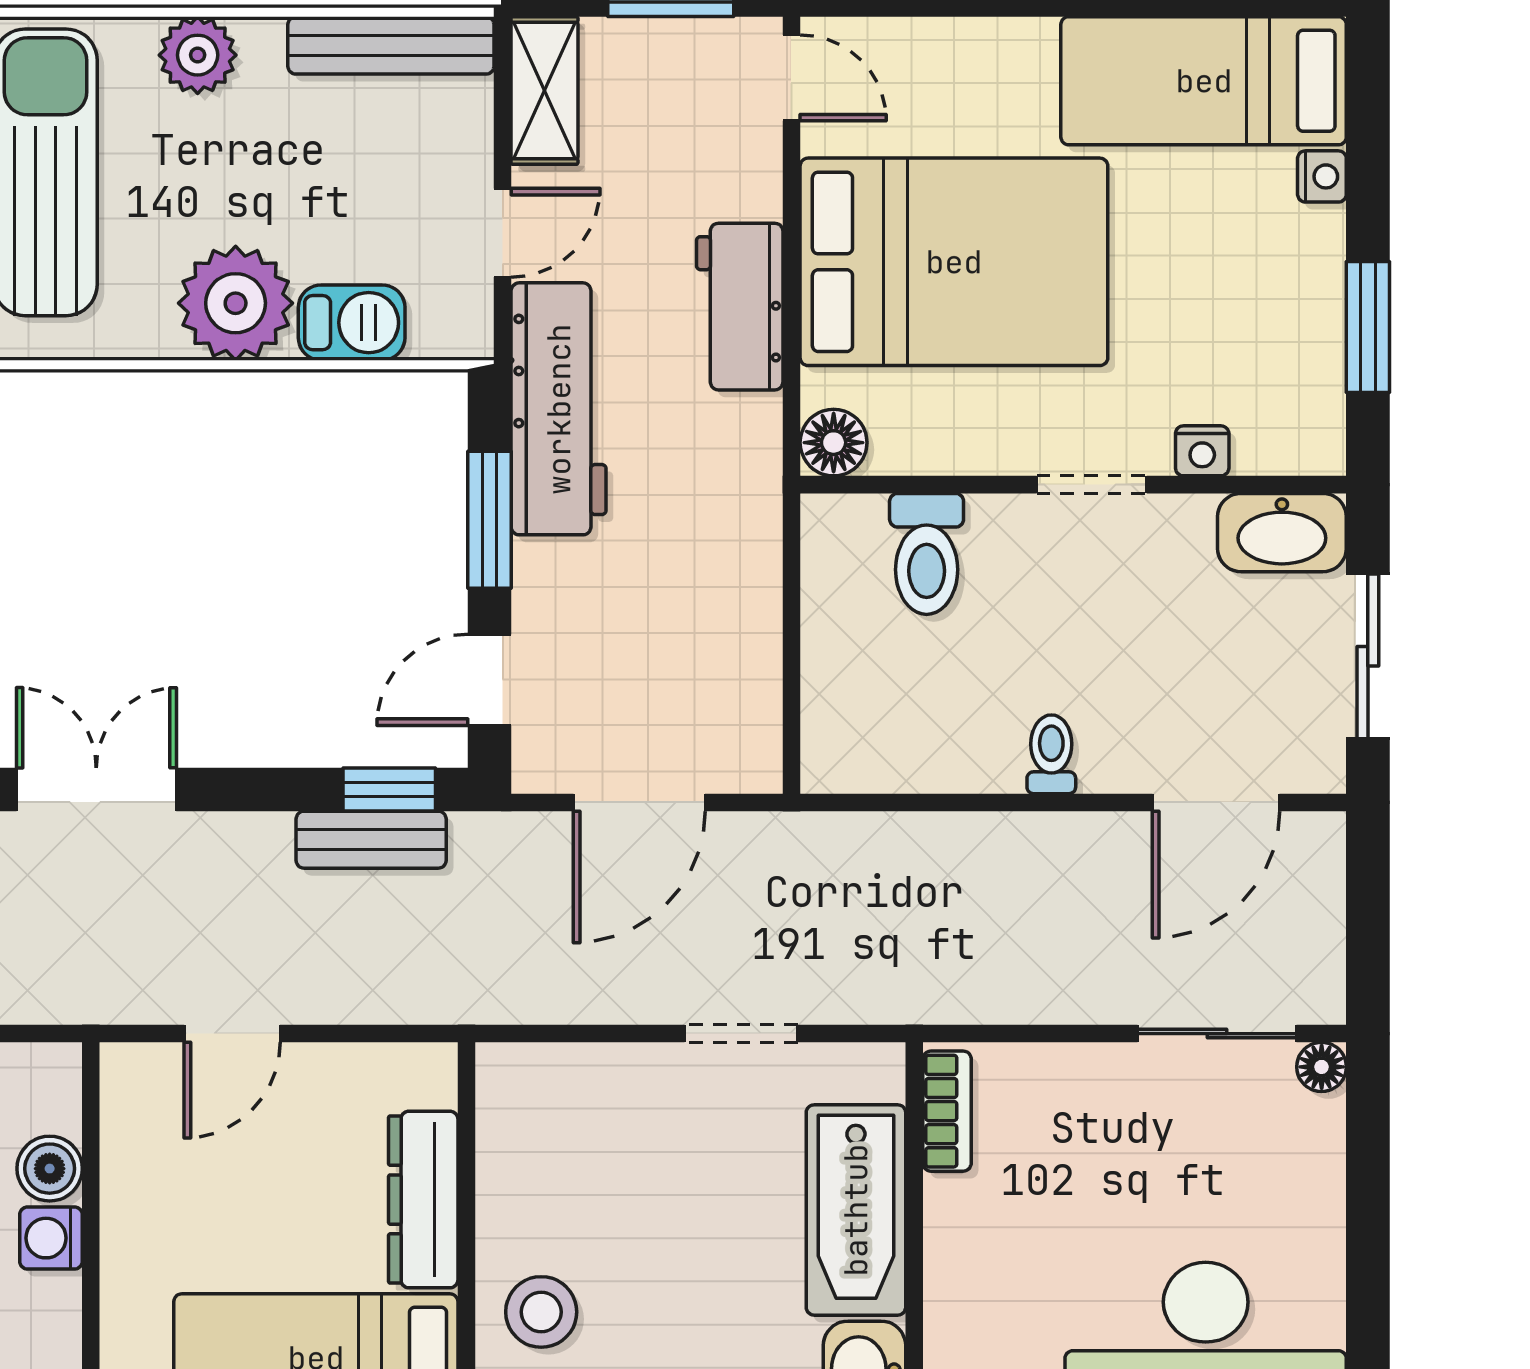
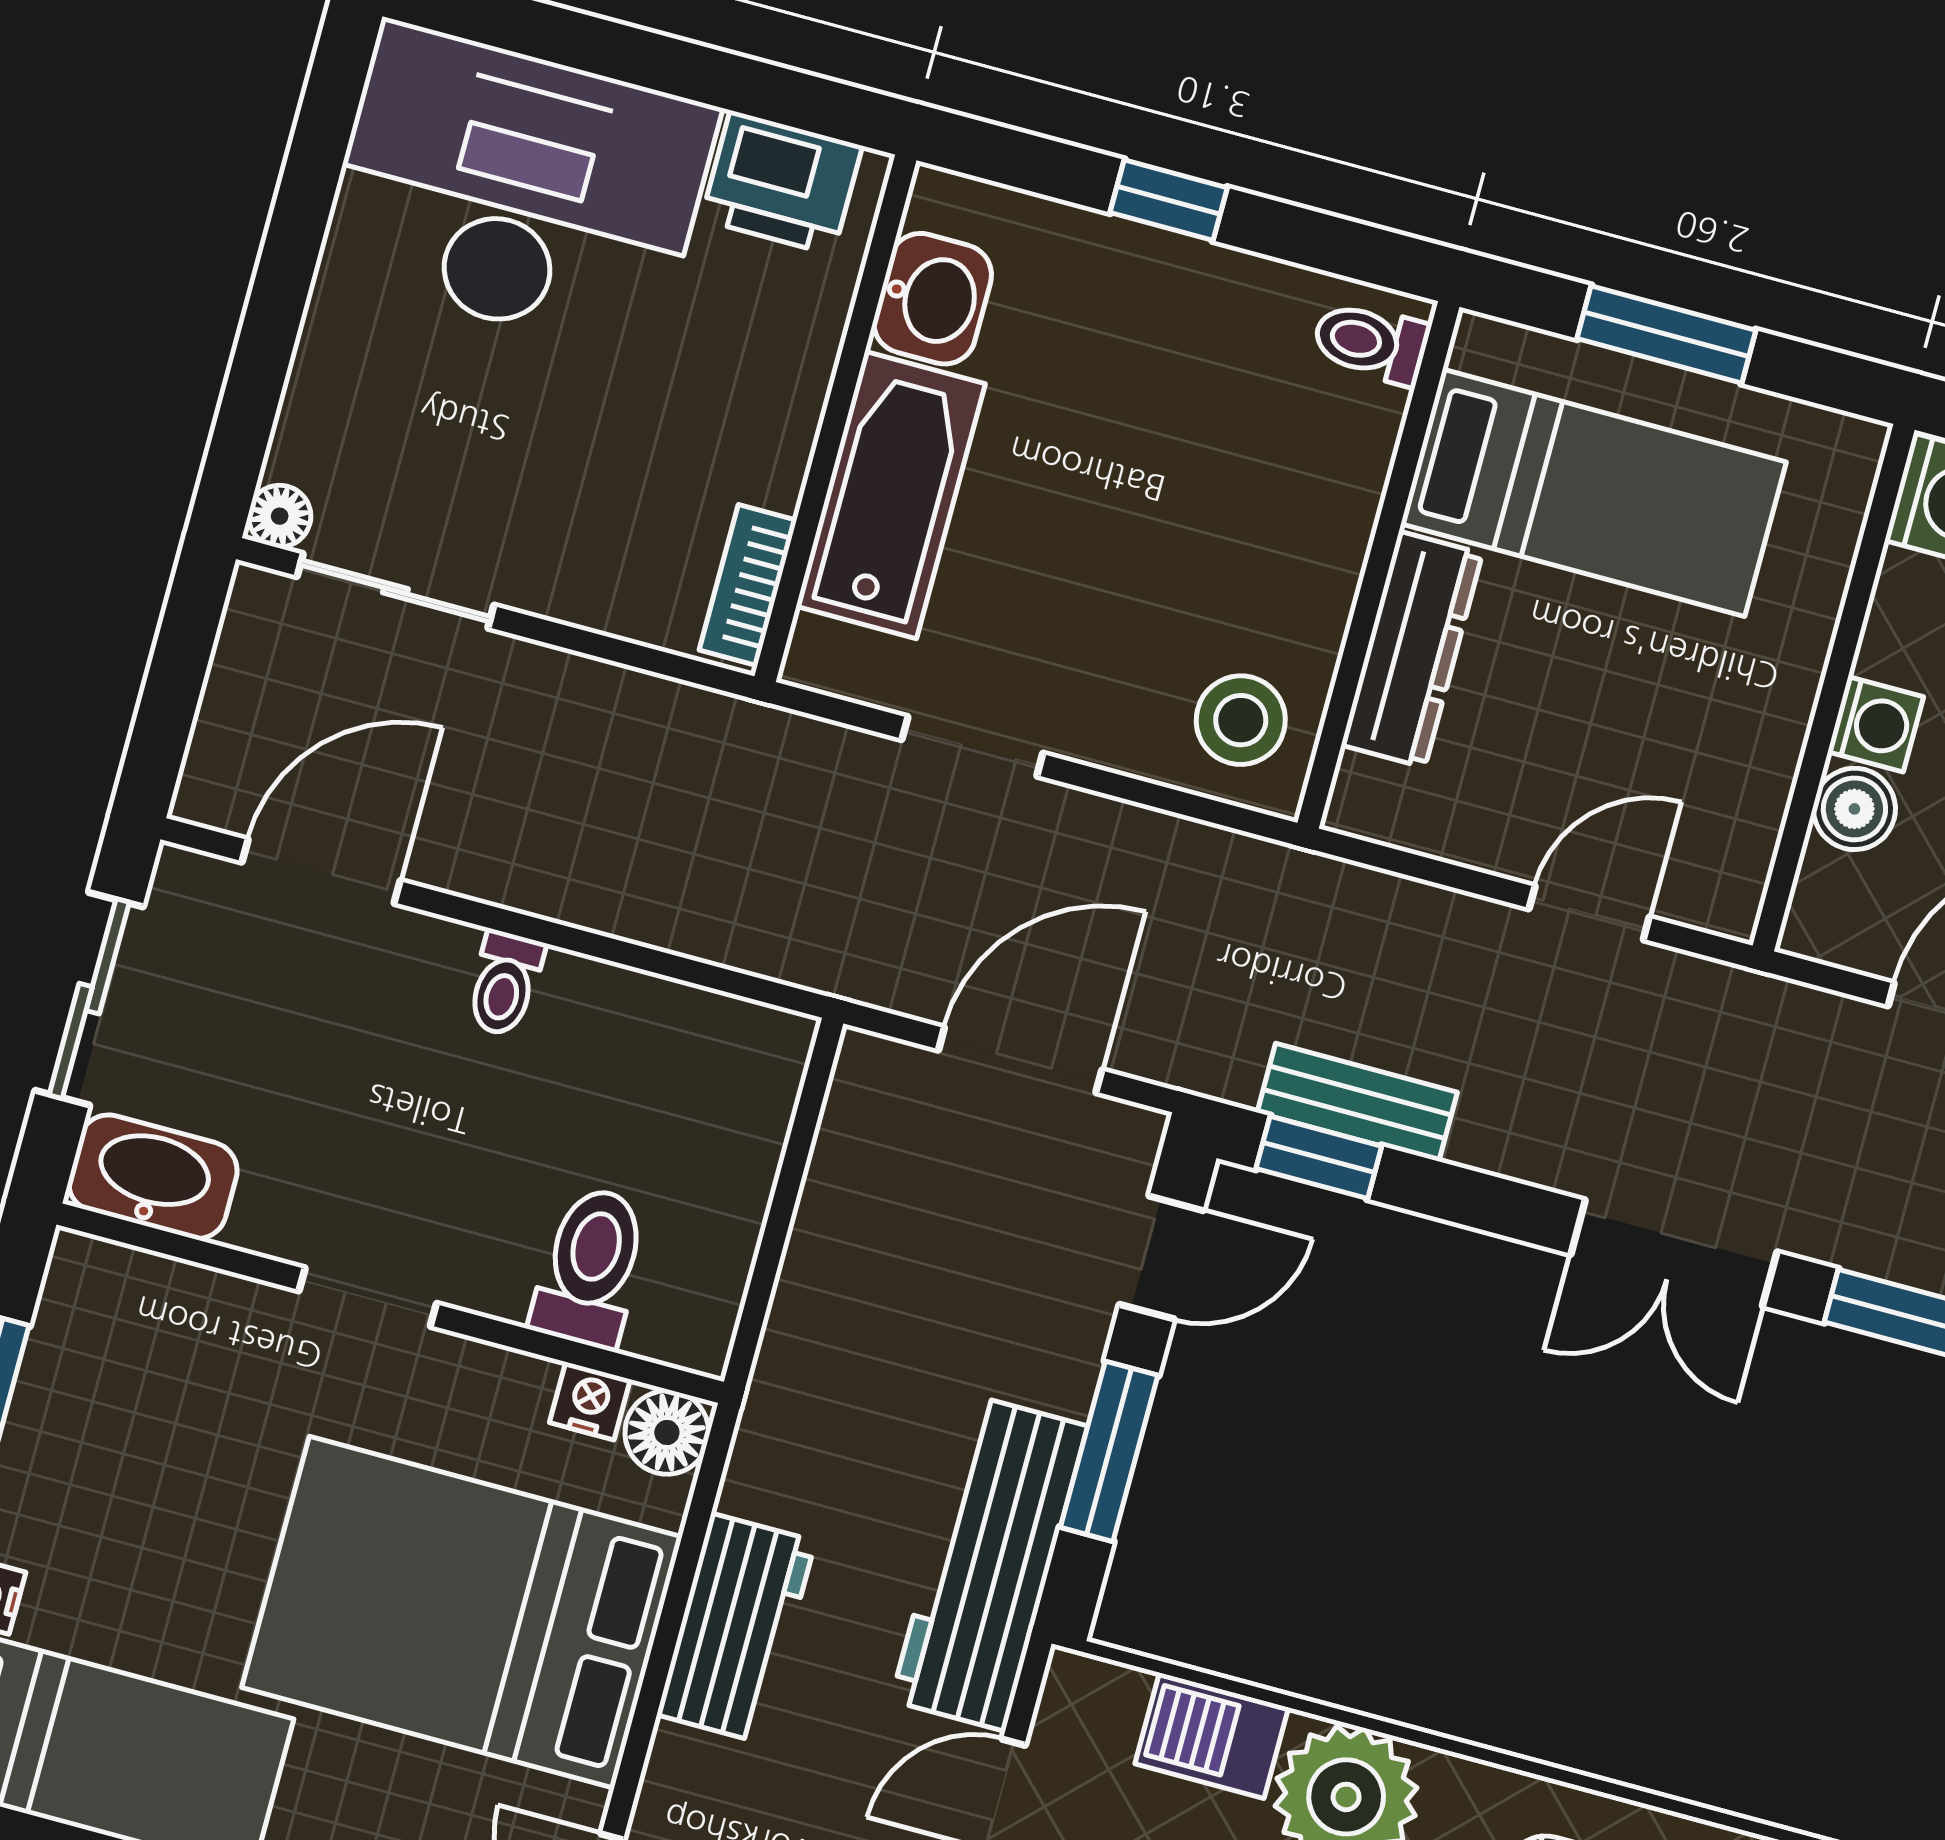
nightstand: (1202, 451) -> (590, 1401), moved
stool: (541, 1312) -> (1241, 720), moved

